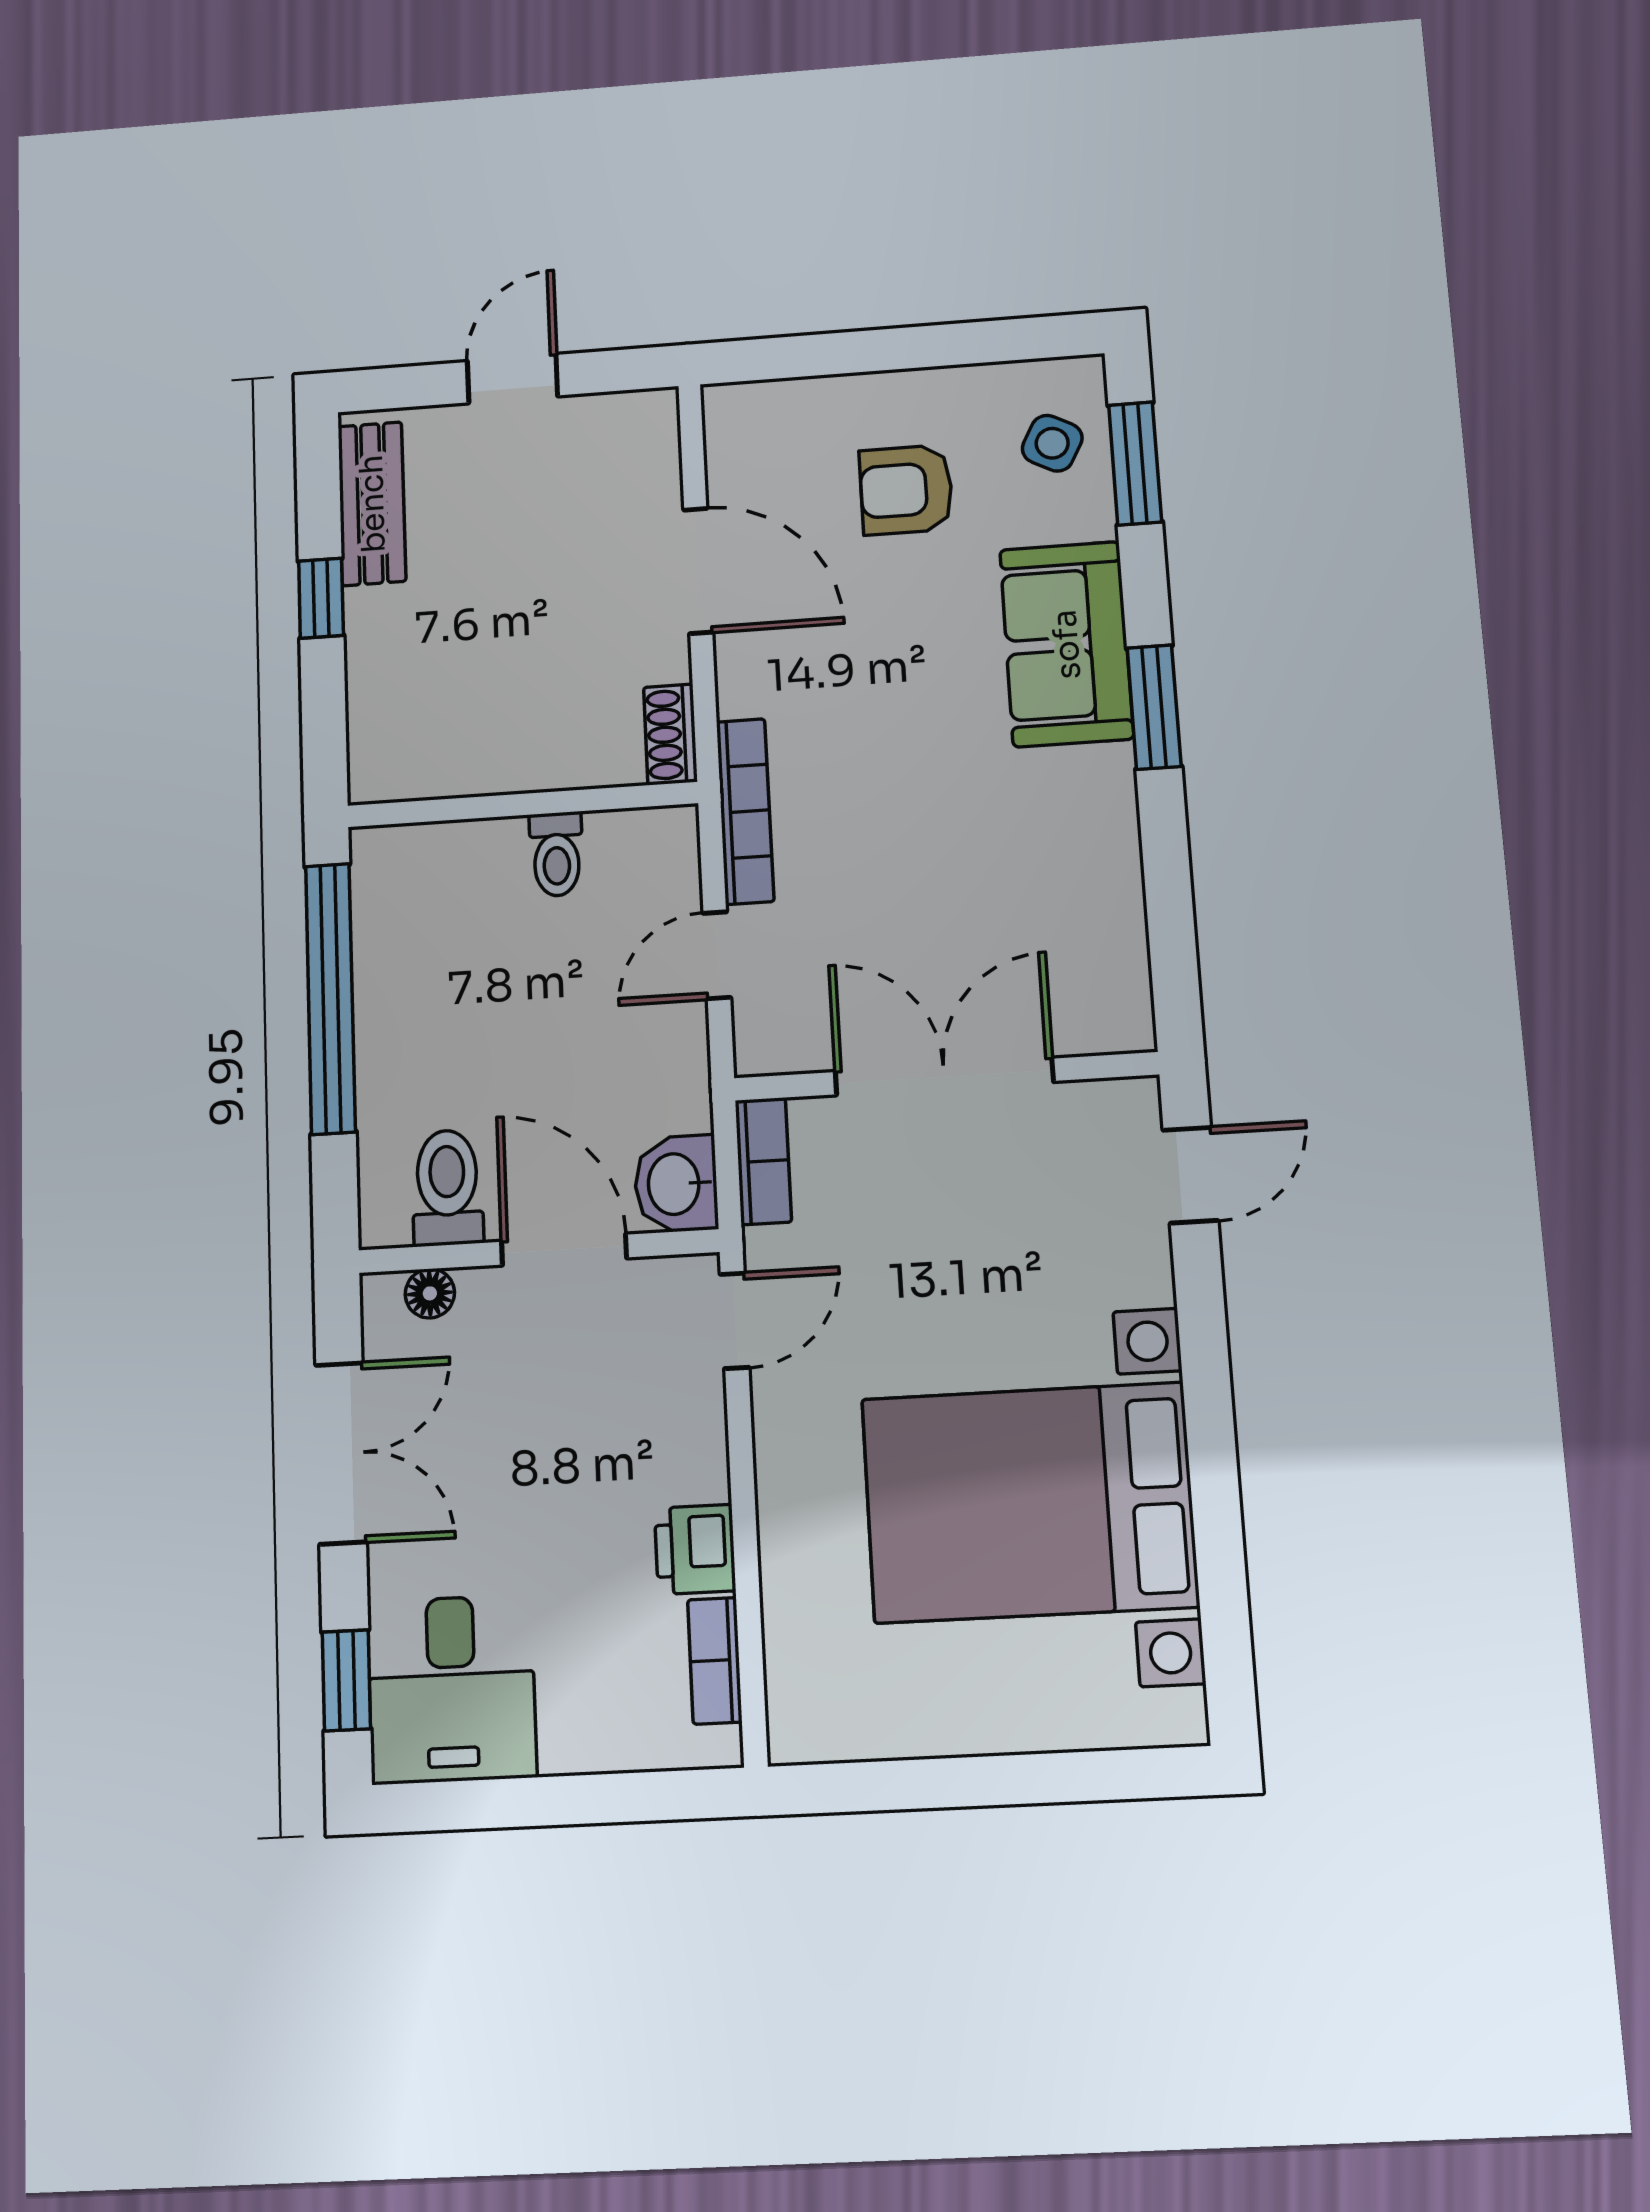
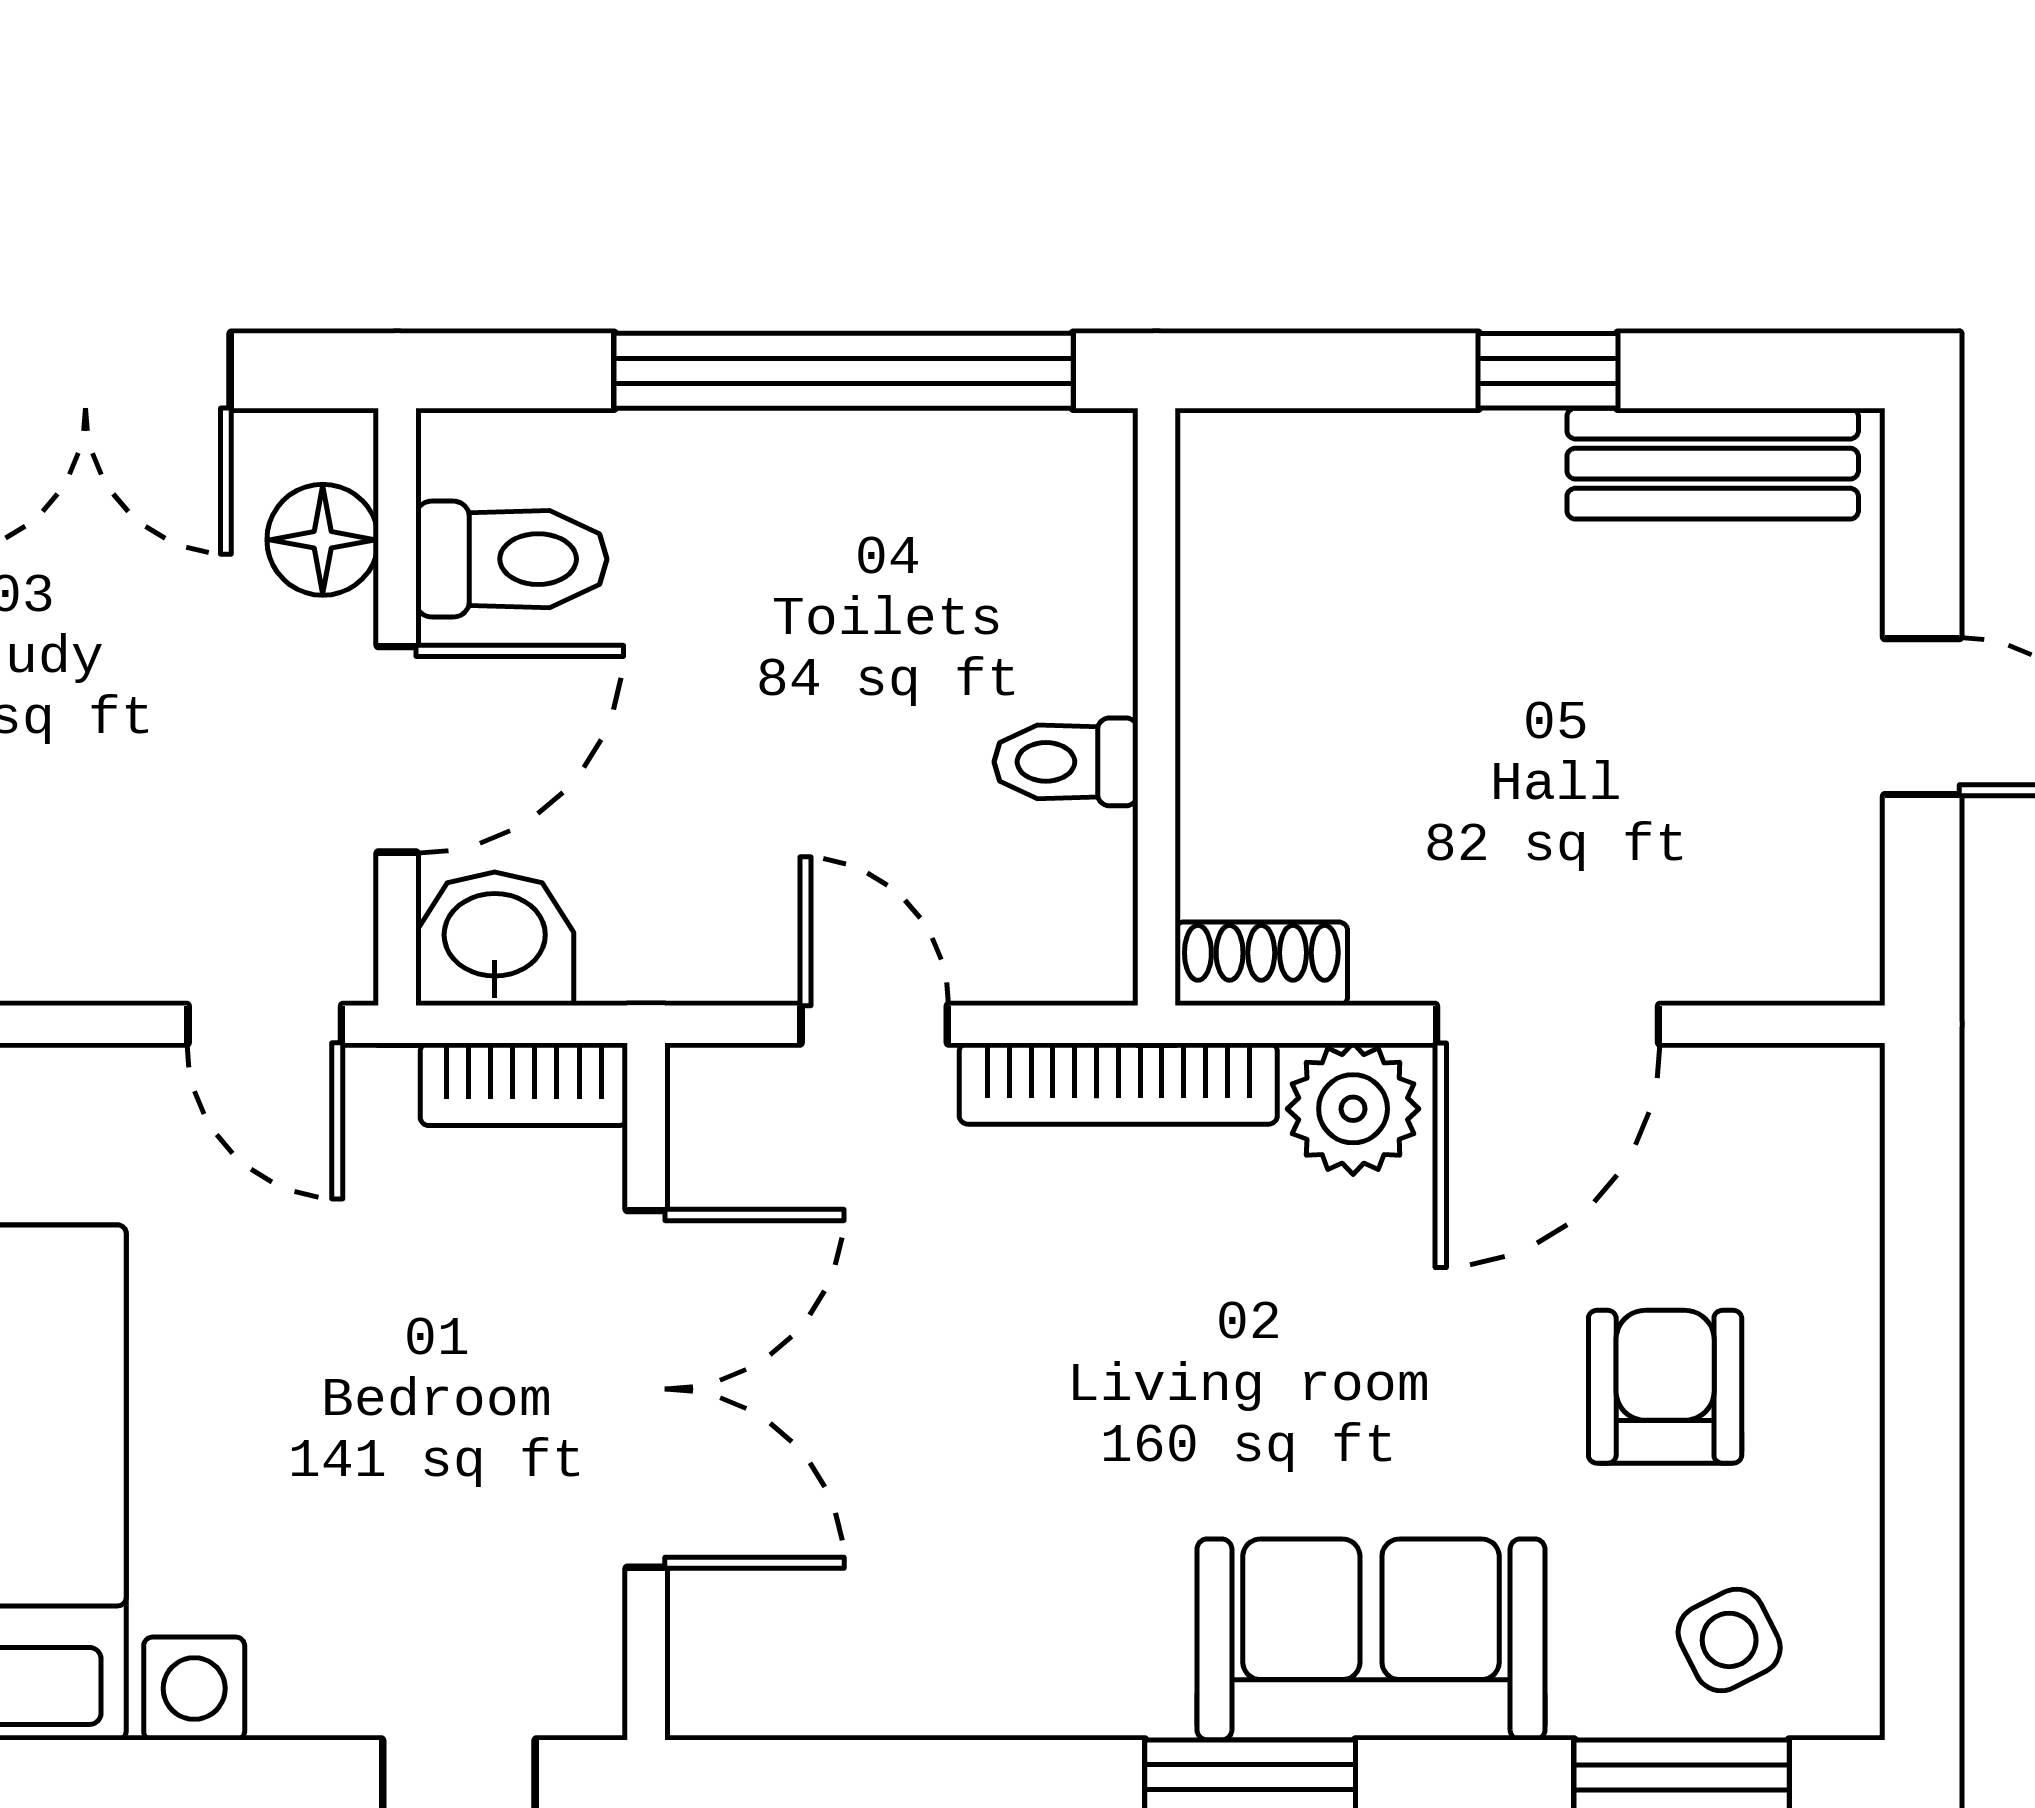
side table: (1052, 443) -> (1729, 1640), turned 35
plant: (753, 676) -> (1353, 1109), added
floor lamp: (430, 1293) -> (323, 540), width x1.37, depth x1.37

